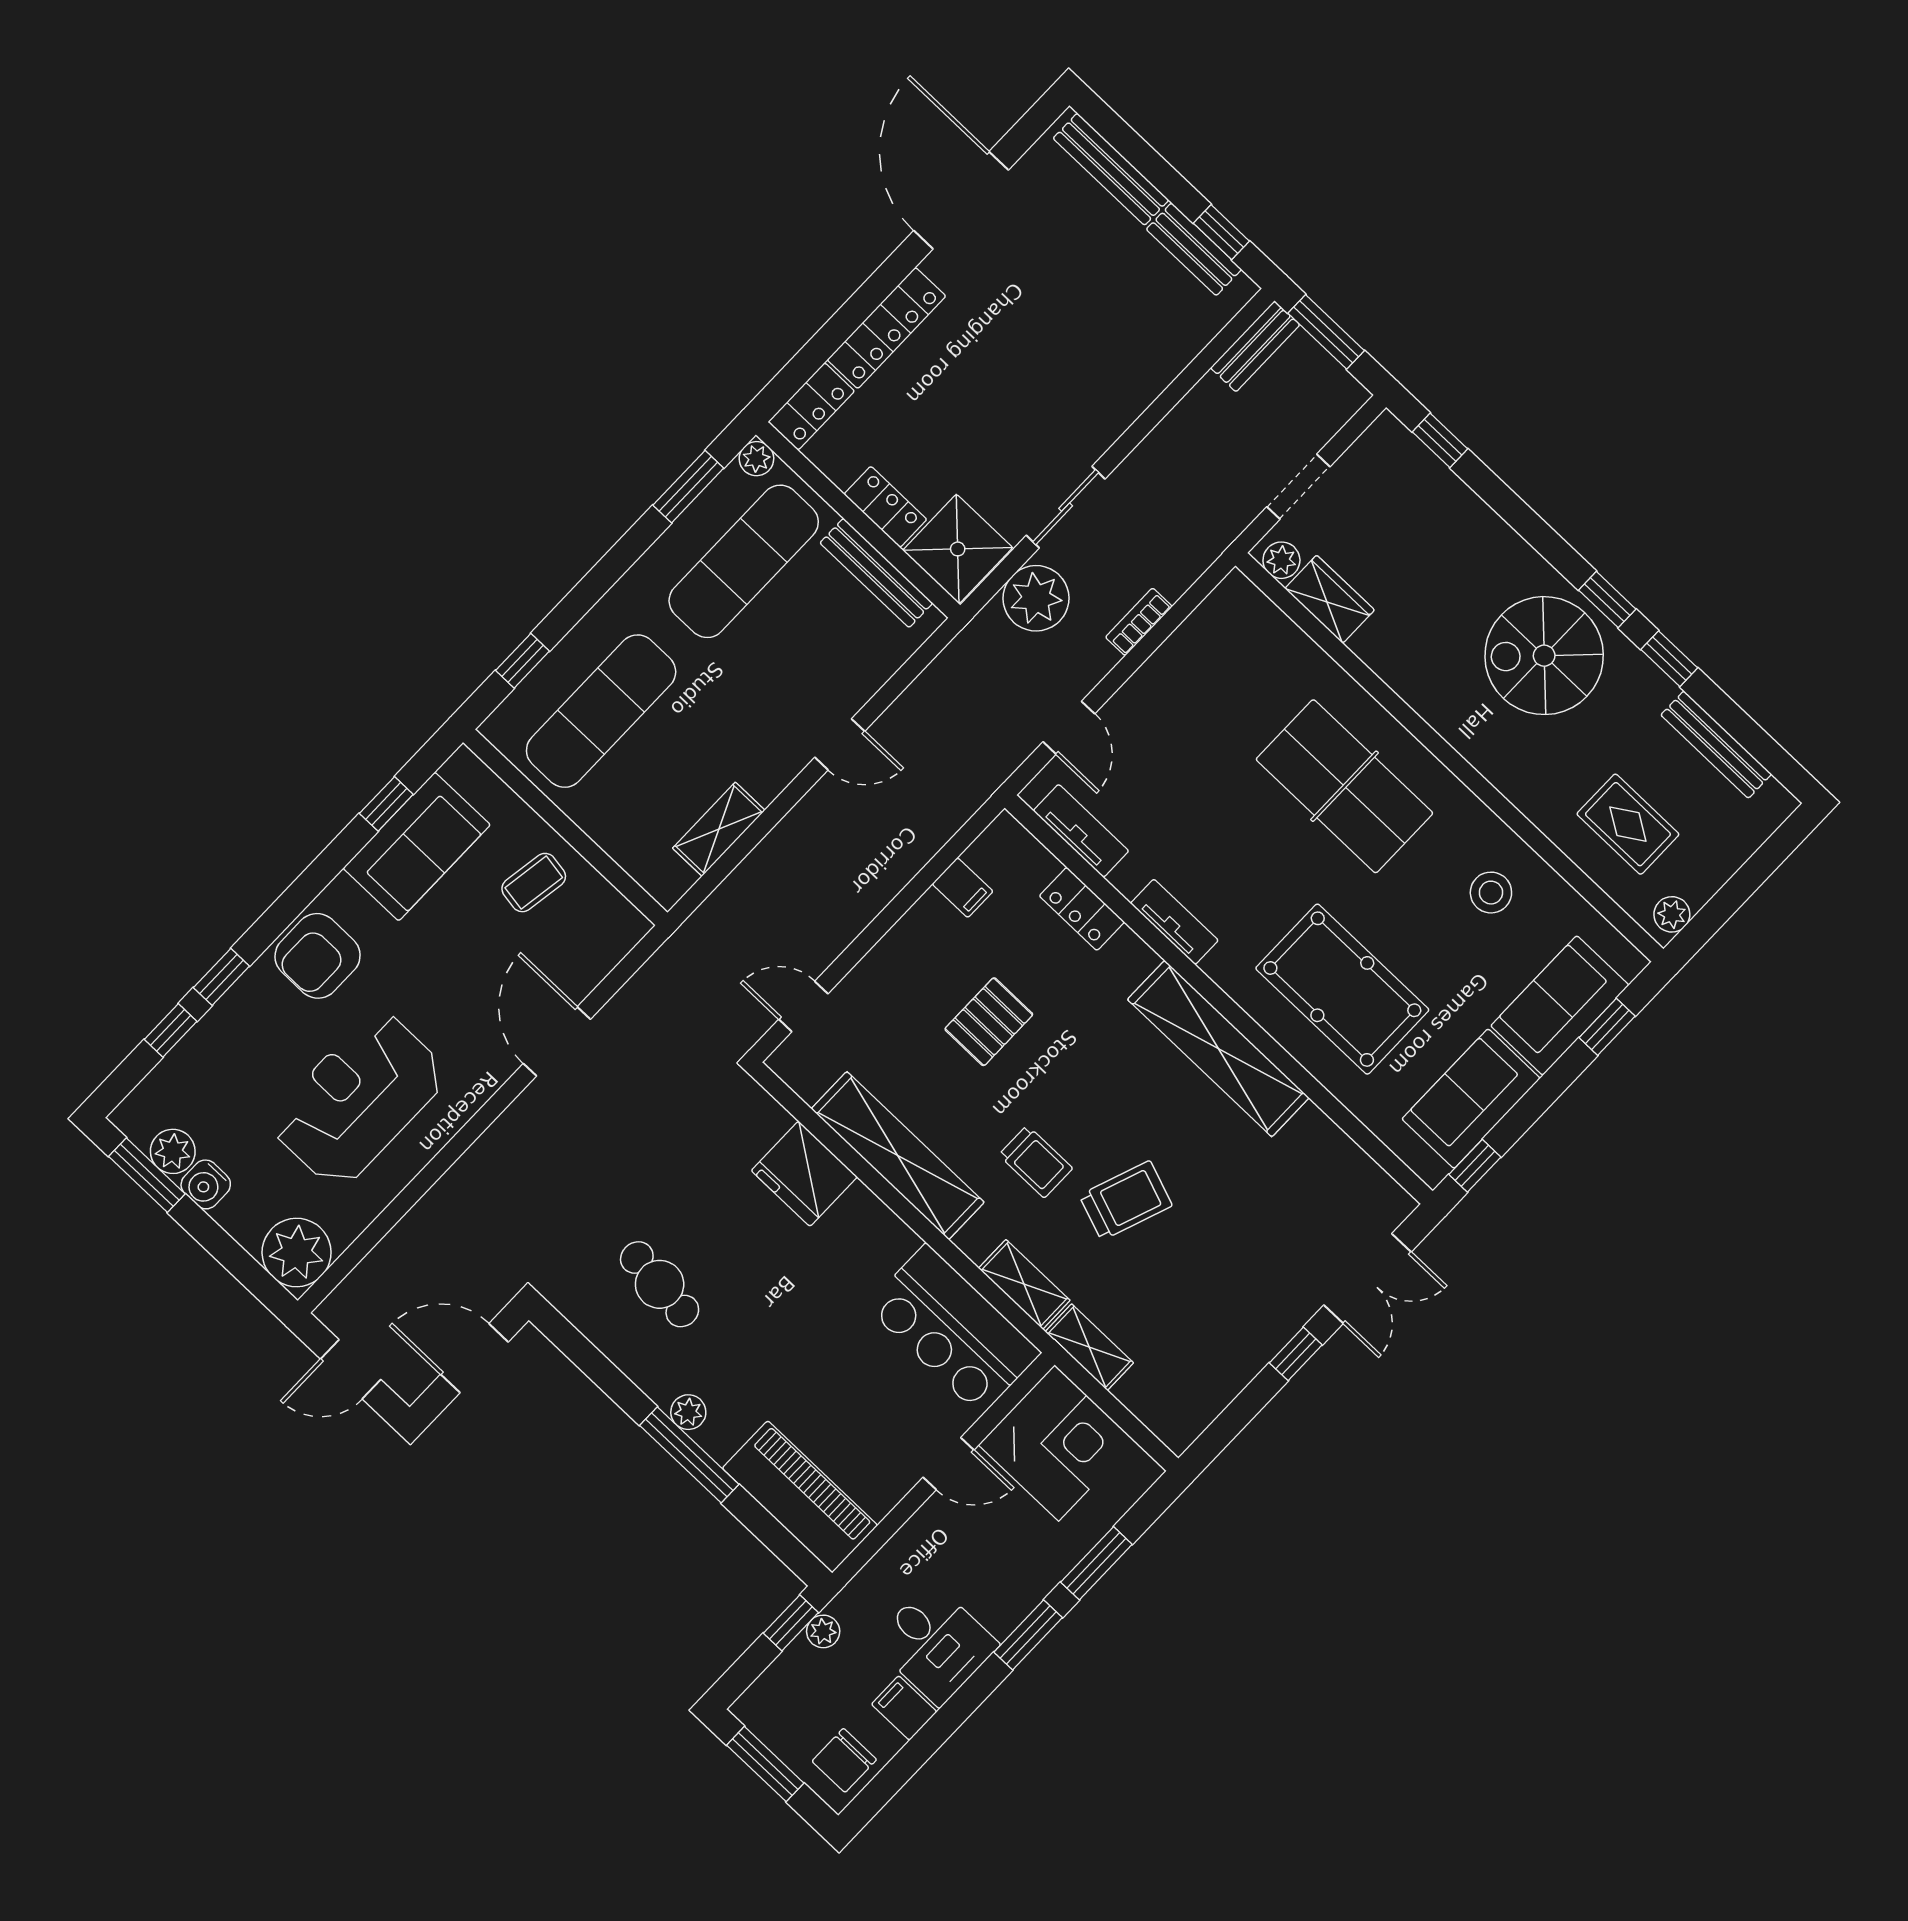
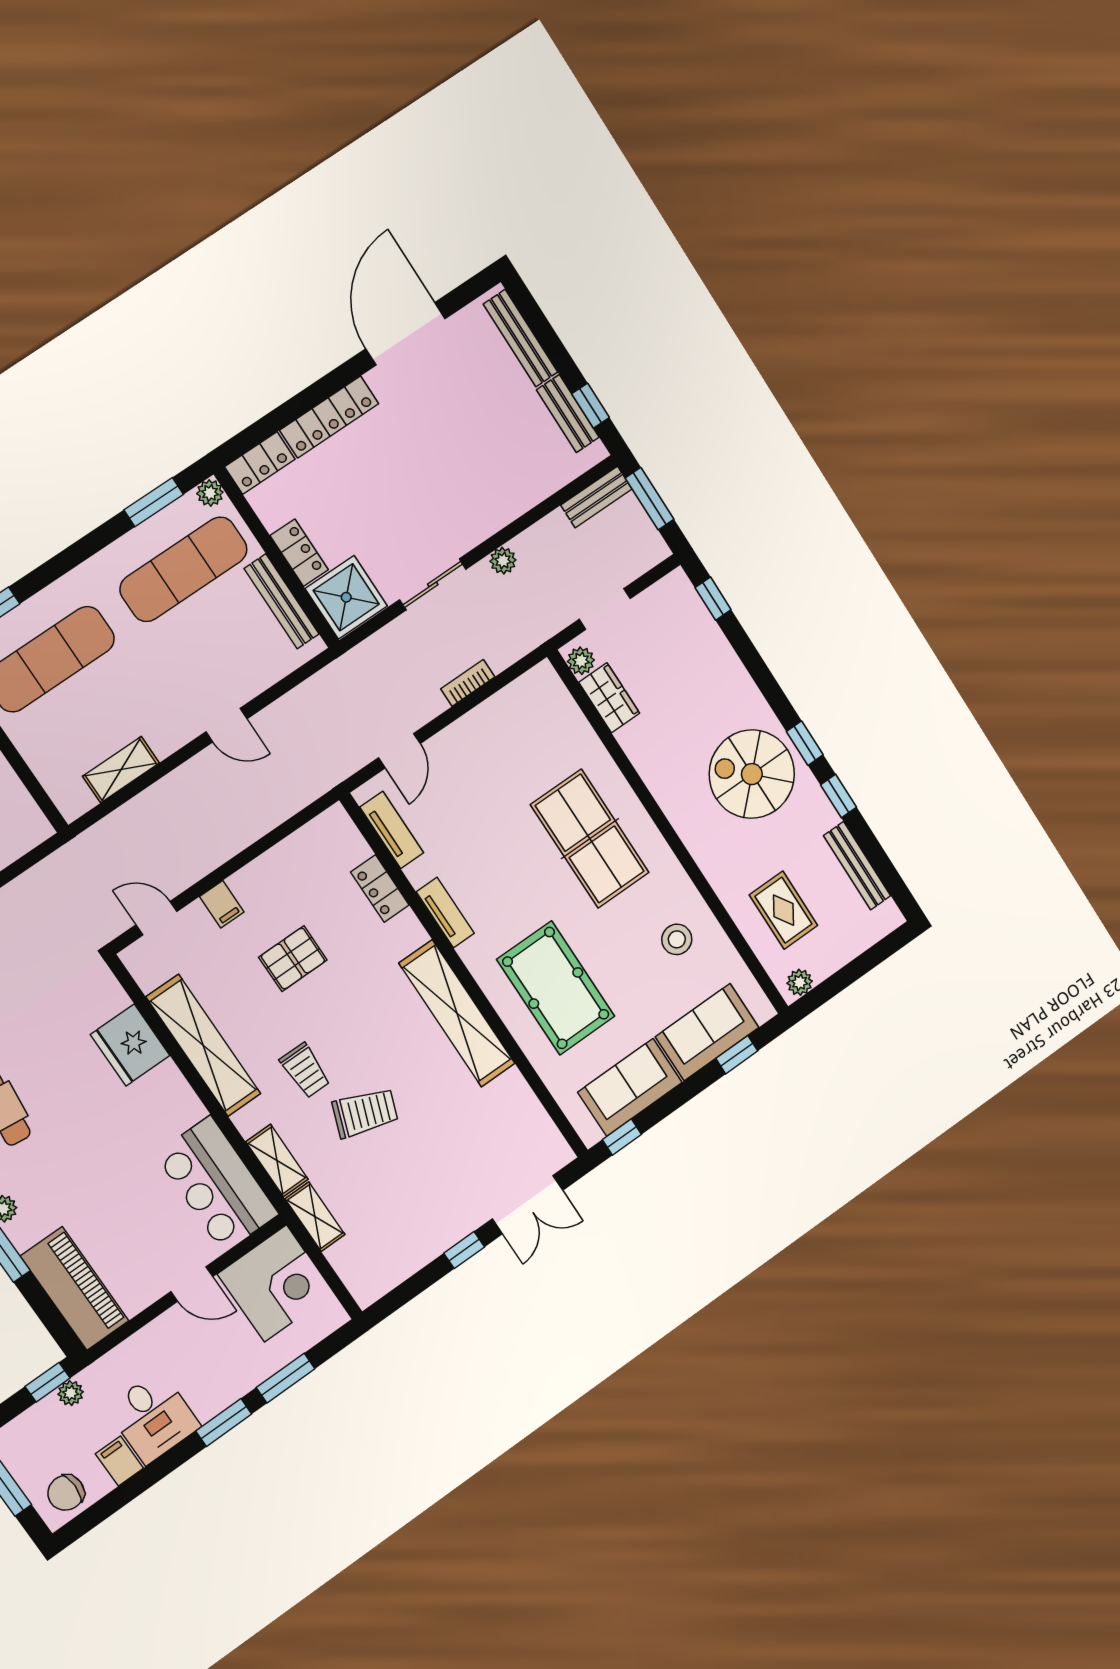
plant: (1036, 598) -> (503, 561), moved, width x0.53, depth x0.53
filing cabinet: (963, 888) -> (222, 904), moved

